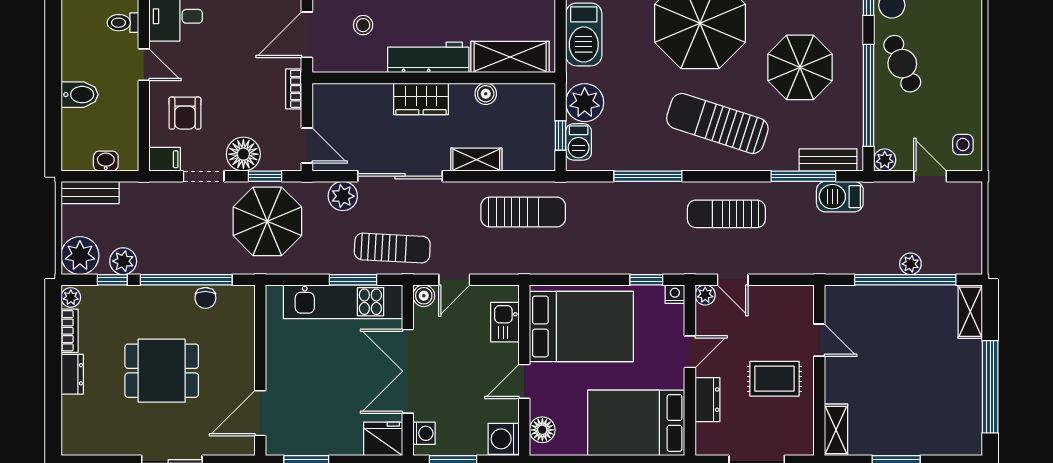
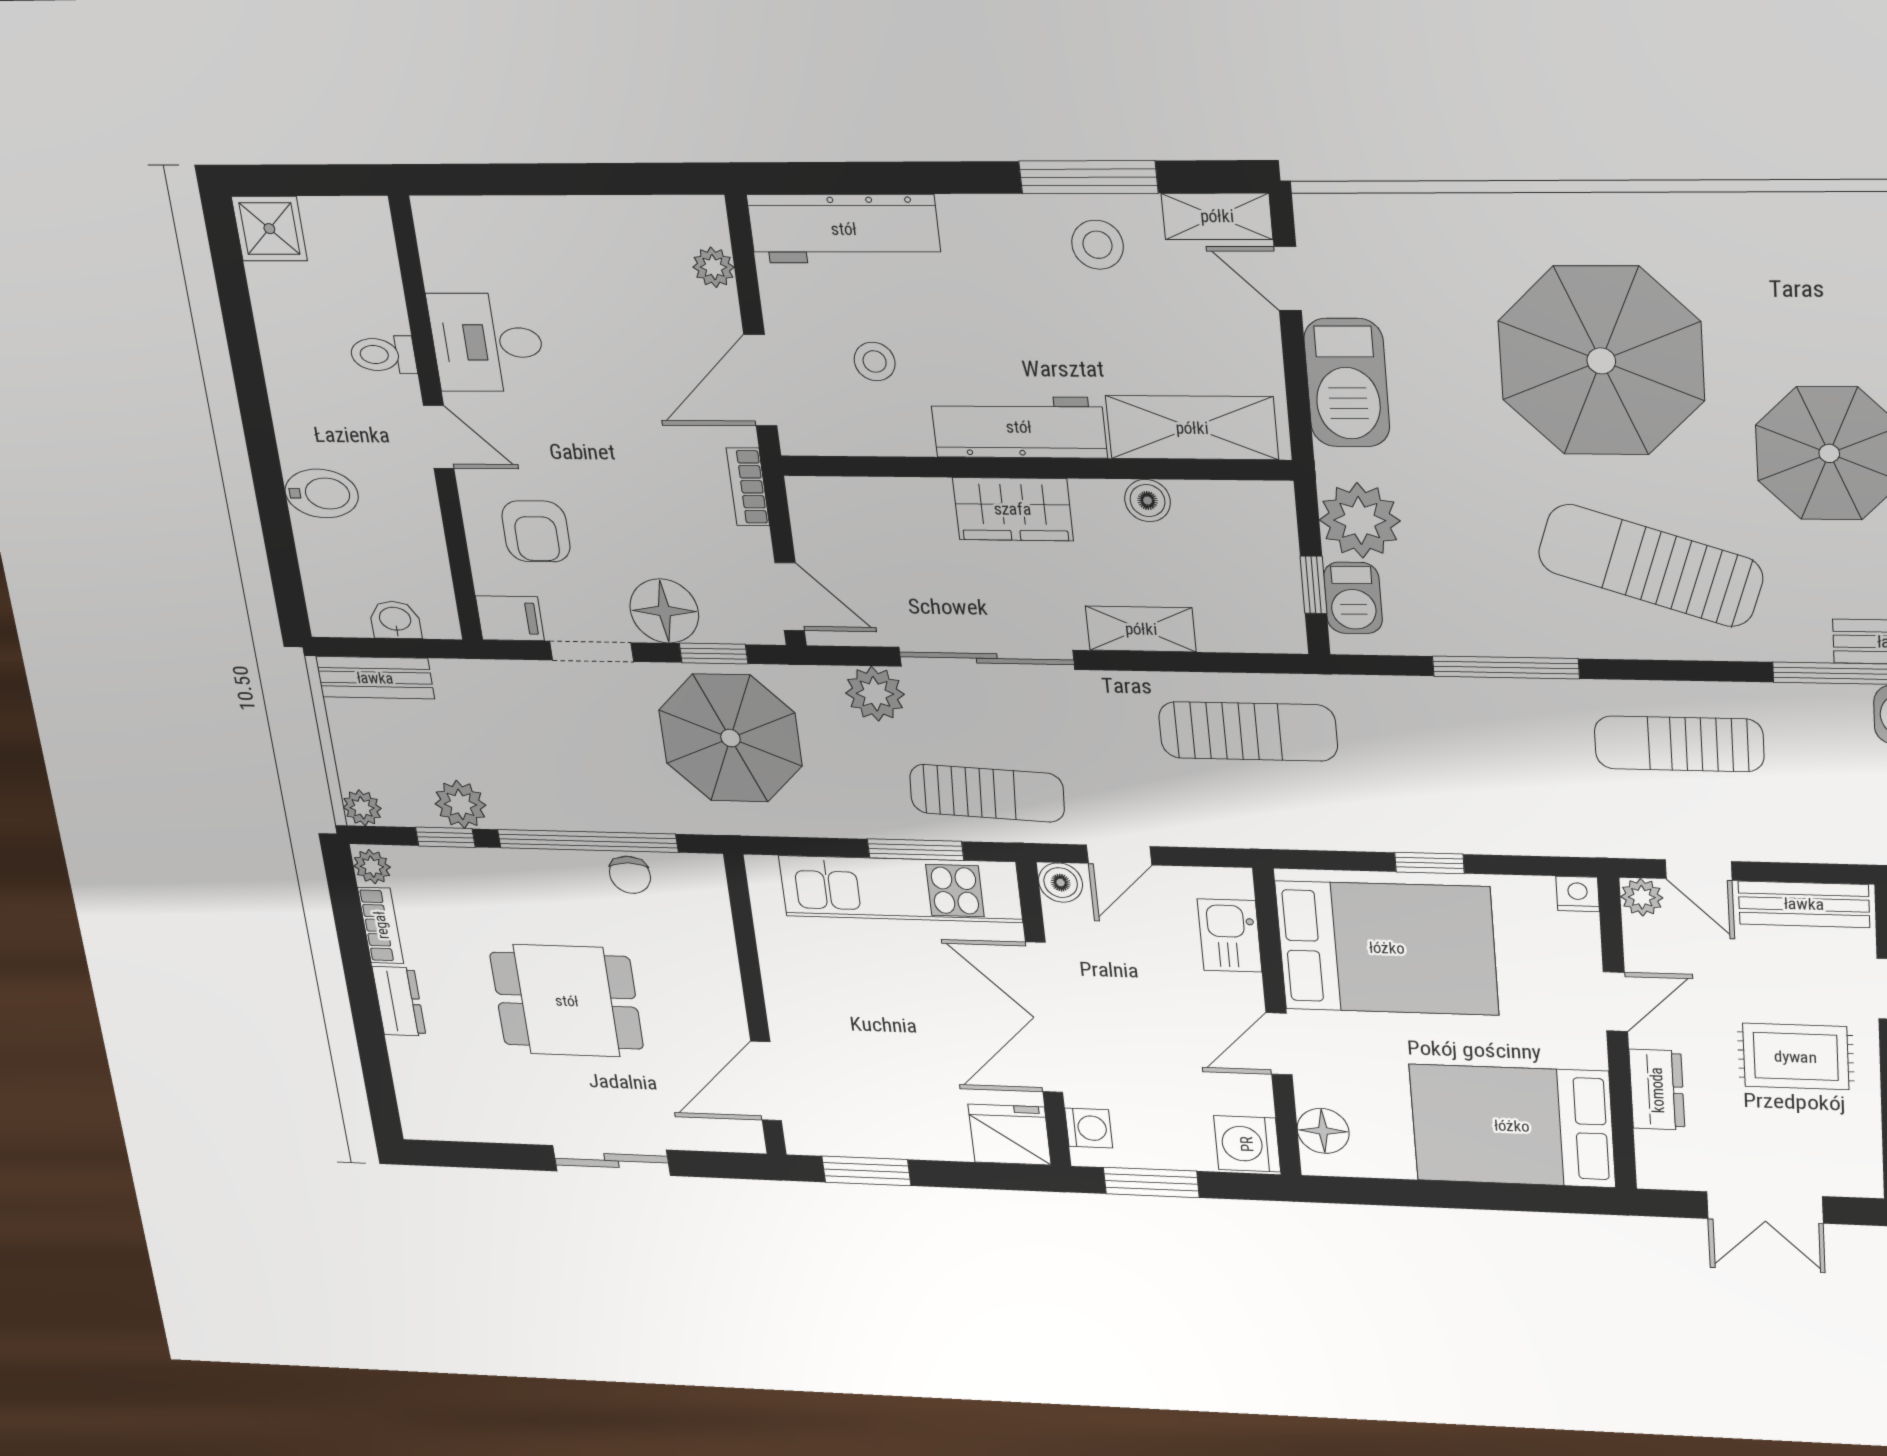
plant: (80, 256) -> (362, 808), width x0.53, depth x0.53
window: (646, 280) -> (1429, 863), moved
bench: (781, 296) -> (1804, 904), added

